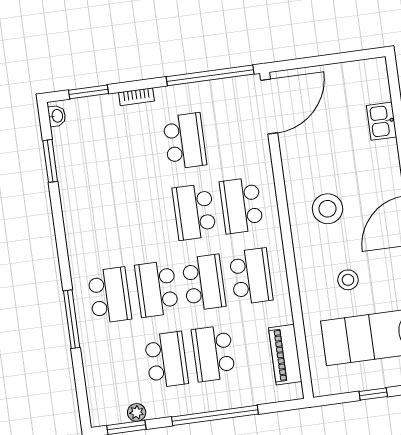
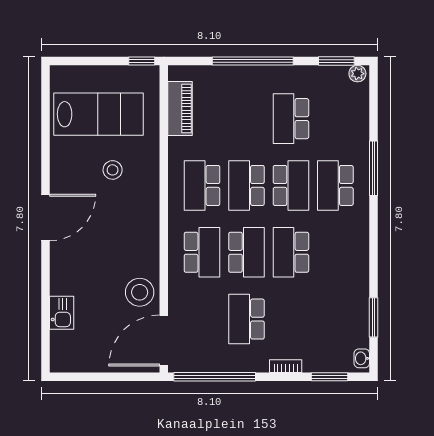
stool: (327, 209) -> (140, 292), moved
school desk: (213, 353) -> (291, 252), moved, turned 180
window: (373, 394) -> (142, 61), moved
plant: (137, 412) -> (357, 74), moved

